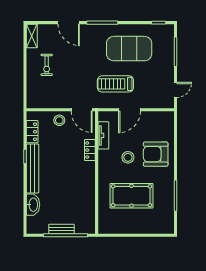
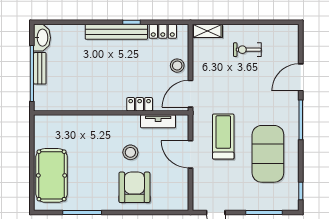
shelving: (32, 36) -> (207, 31), moved
pool table: (131, 196) -> (52, 175), moved
washbasin: (33, 205) -> (42, 38), moved, turned -90

